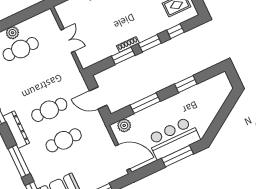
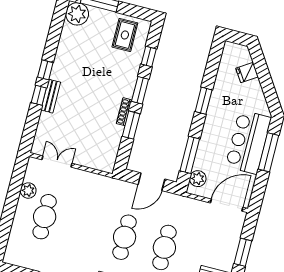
plant: (12, 33) -> (28, 191), moved
double door: (68, 41) -> (57, 162), moved
window: (186, 84) -> (204, 101), moved
fridge: (216, 101) -> (247, 72), added
window: (145, 103) -> (190, 155), moved

